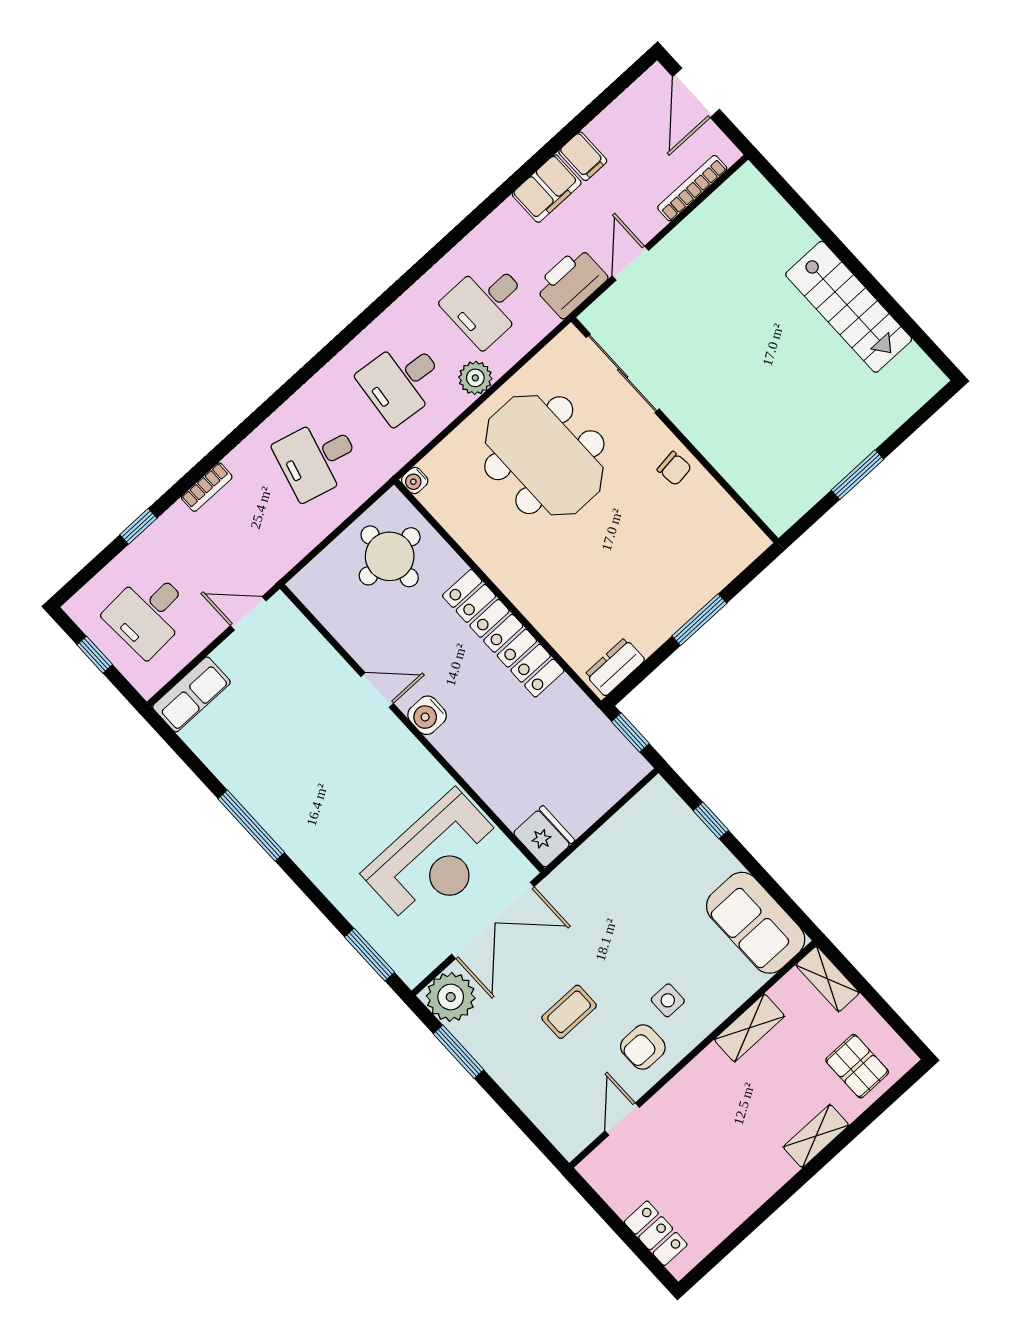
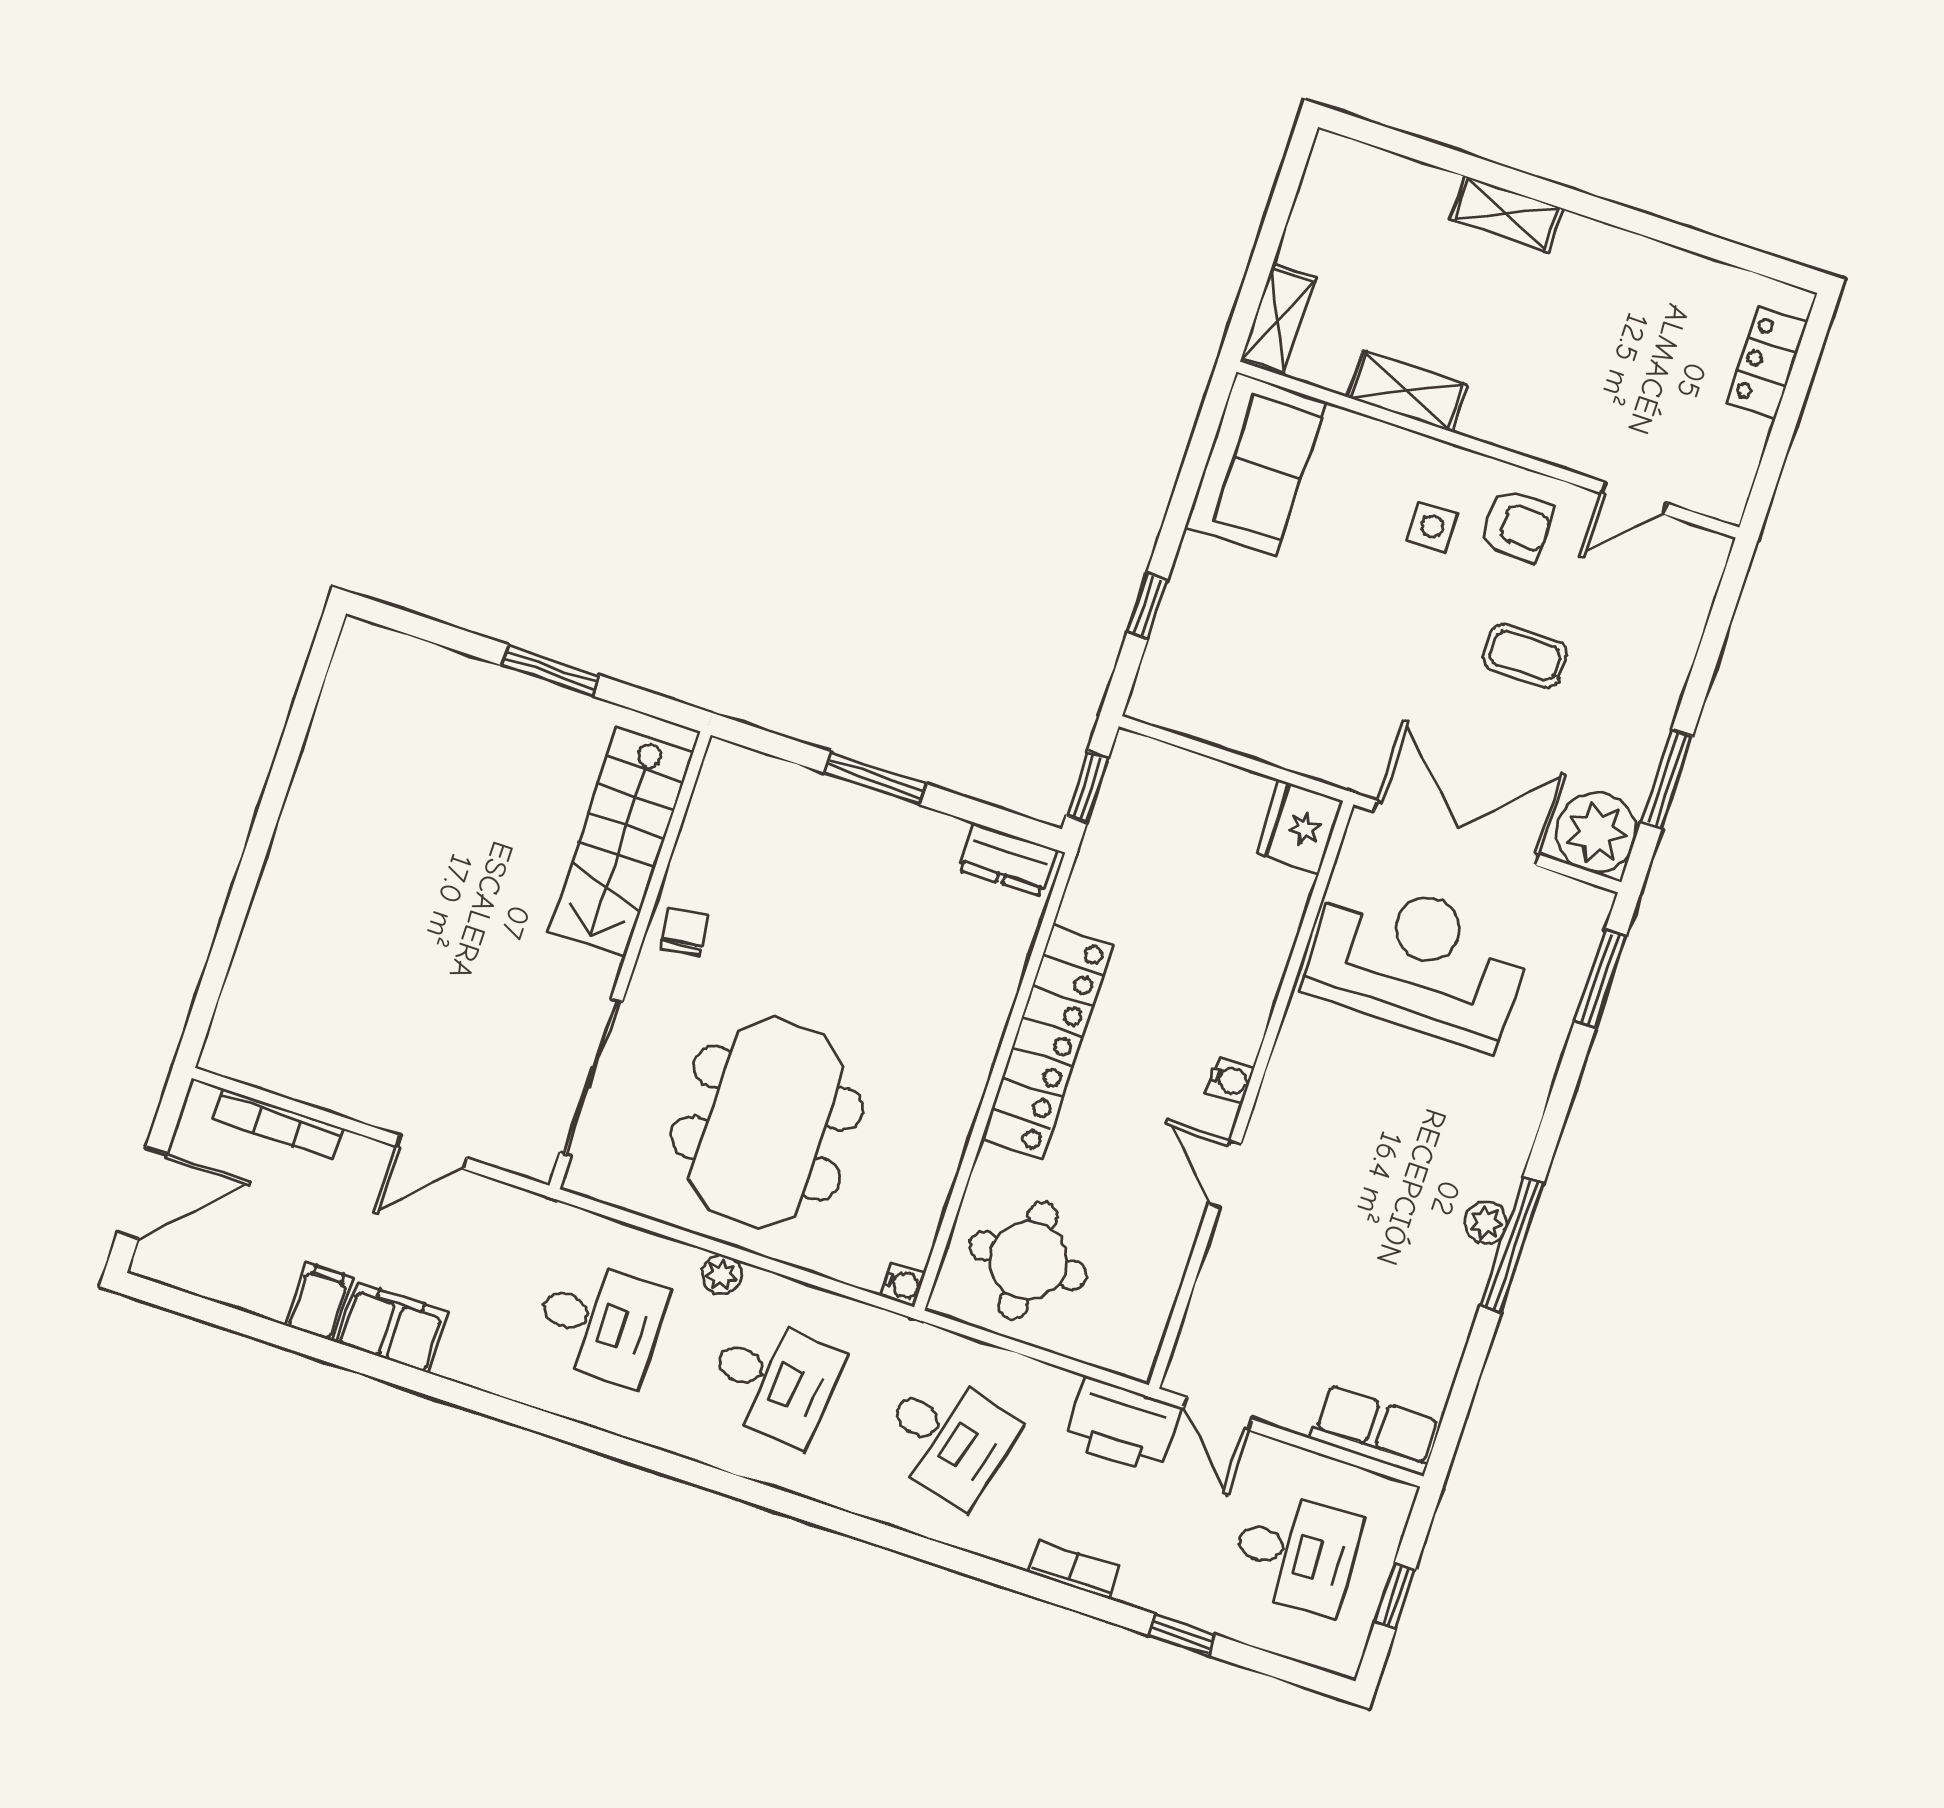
printer: (571, 282) -> (1122, 1426), moved
stairs: (849, 307) -> (621, 842), moved, turned 180
plant: (475, 378) -> (722, 1275), width x0.73, depth x0.73
water cooler: (427, 715) -> (1230, 1080), width x0.72, depth x0.72
plant: (271, 818) -> (1486, 1222), added
pallet: (857, 1066) -> (1377, 211), removed

